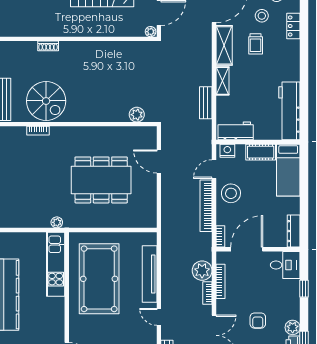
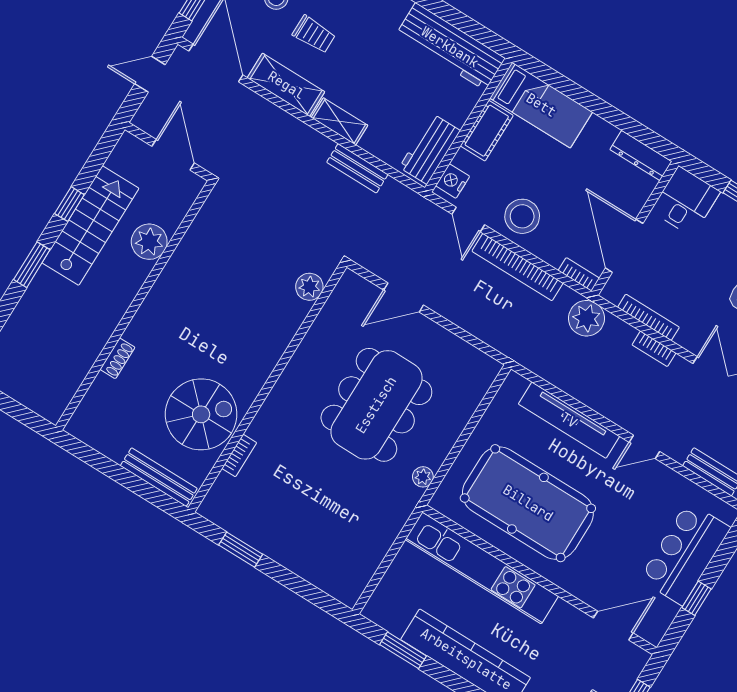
plant: (151, 32) -> (149, 242), moved, width x1.87, depth x1.87
plant: (57, 222) -> (423, 477), moved
kitchen unit: (56, 264) -> (482, 568), width x1.36
plant: (202, 271) -> (586, 318), moved

